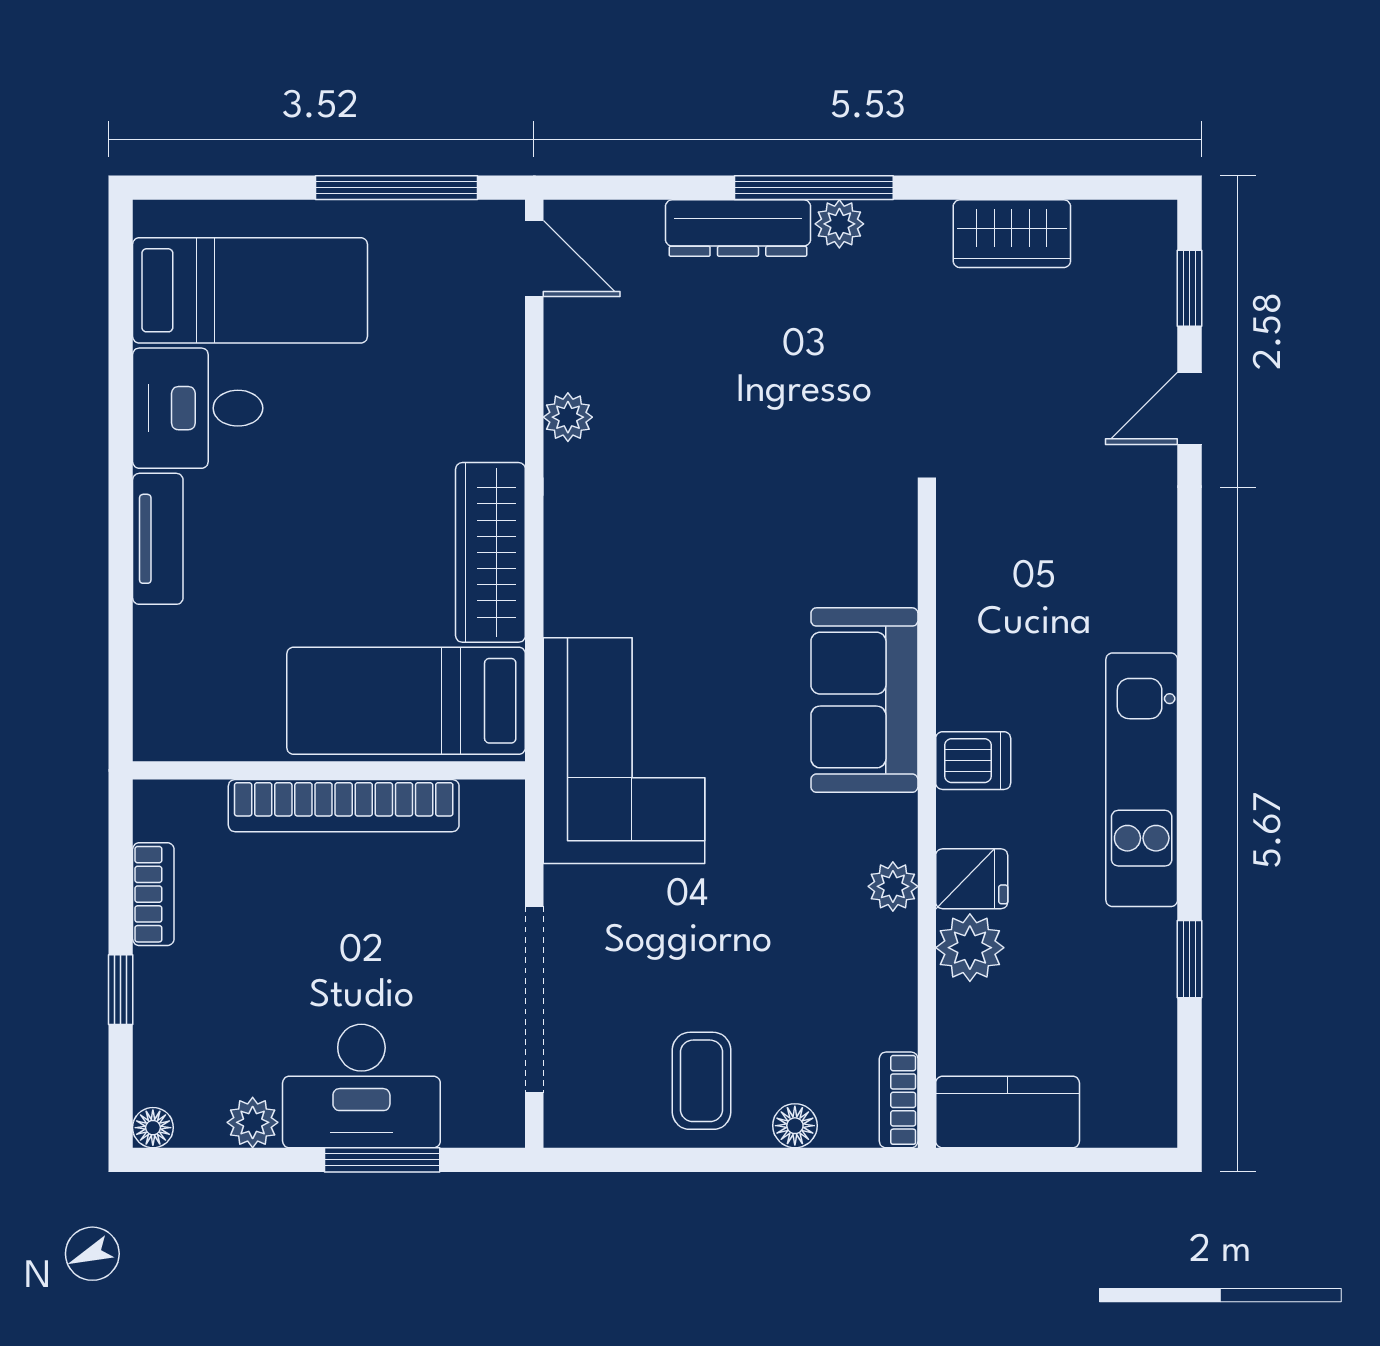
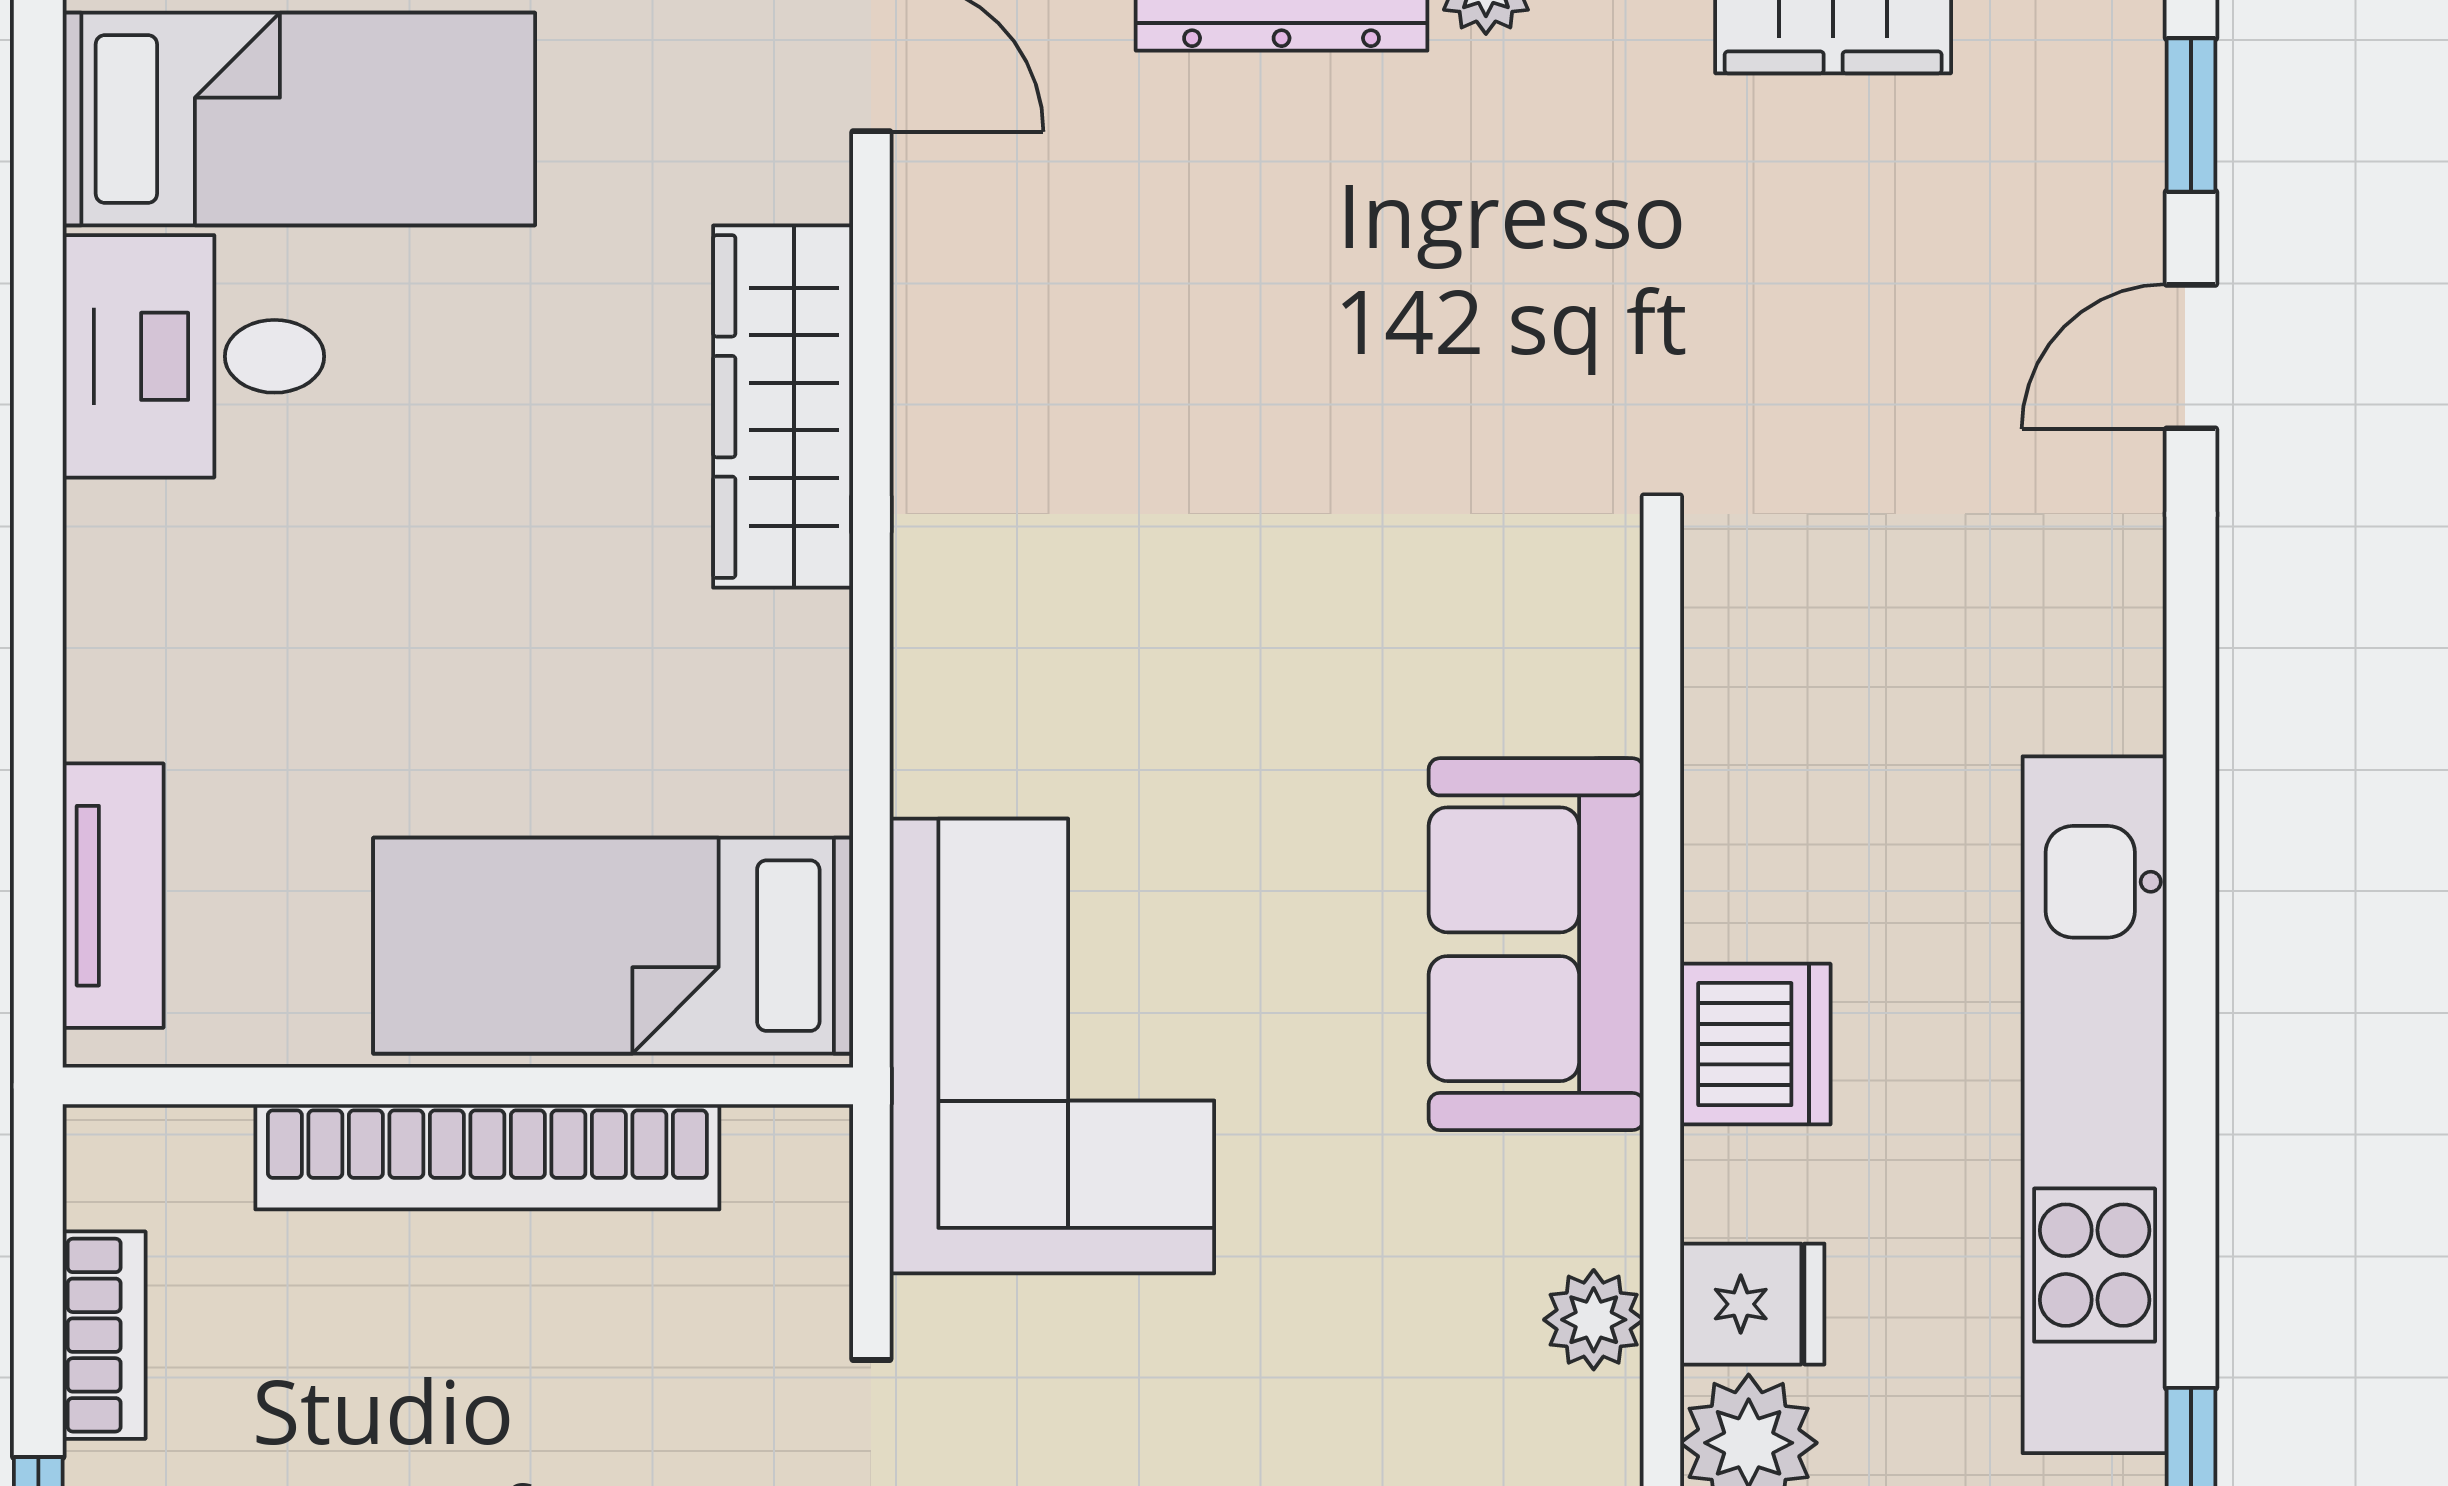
plant: (568, 417) -> (939, 375), removed
tv unit: (158, 539) -> (113, 896), moved
wardrobe: (490, 552) -> (783, 407), moved
dishwasher: (973, 761) -> (1755, 1044), width x1.38
kitchen unit: (1142, 780) -> (2095, 1105), width x1.36

